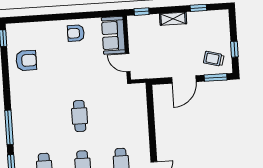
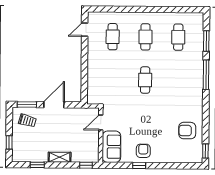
window: (80, 16) -> (139, 166), added
armchair: (76, 33) -> (143, 151), turned -90
window: (234, 49) -> (9, 142), moved
door: (128, 63) -> (101, 122), swing flipped

